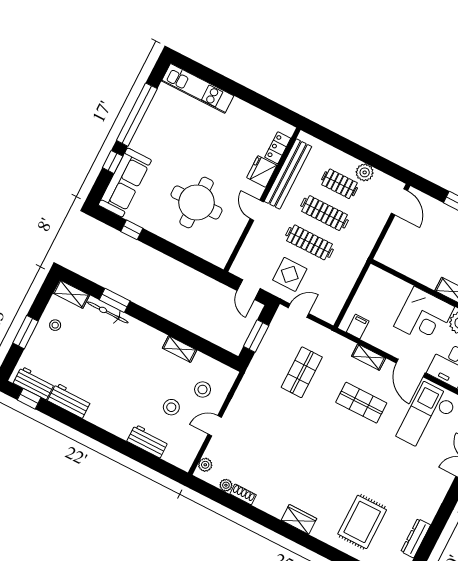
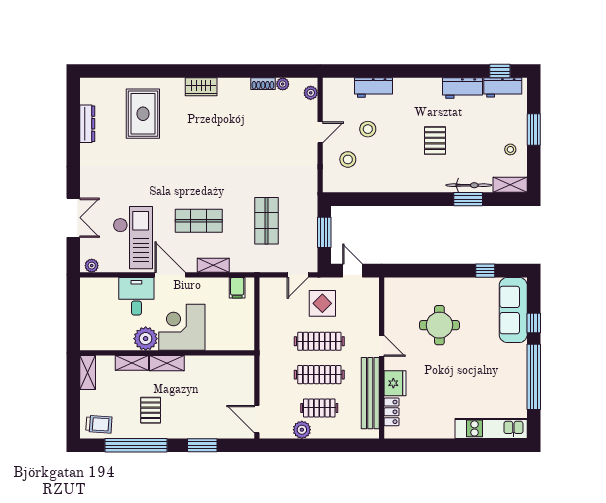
round table: (197, 202) -> (439, 325), width x0.73, depth x0.73
shelving: (180, 349) -> (387, 185), removed
pallet: (117, 367) -> (435, 141), added

